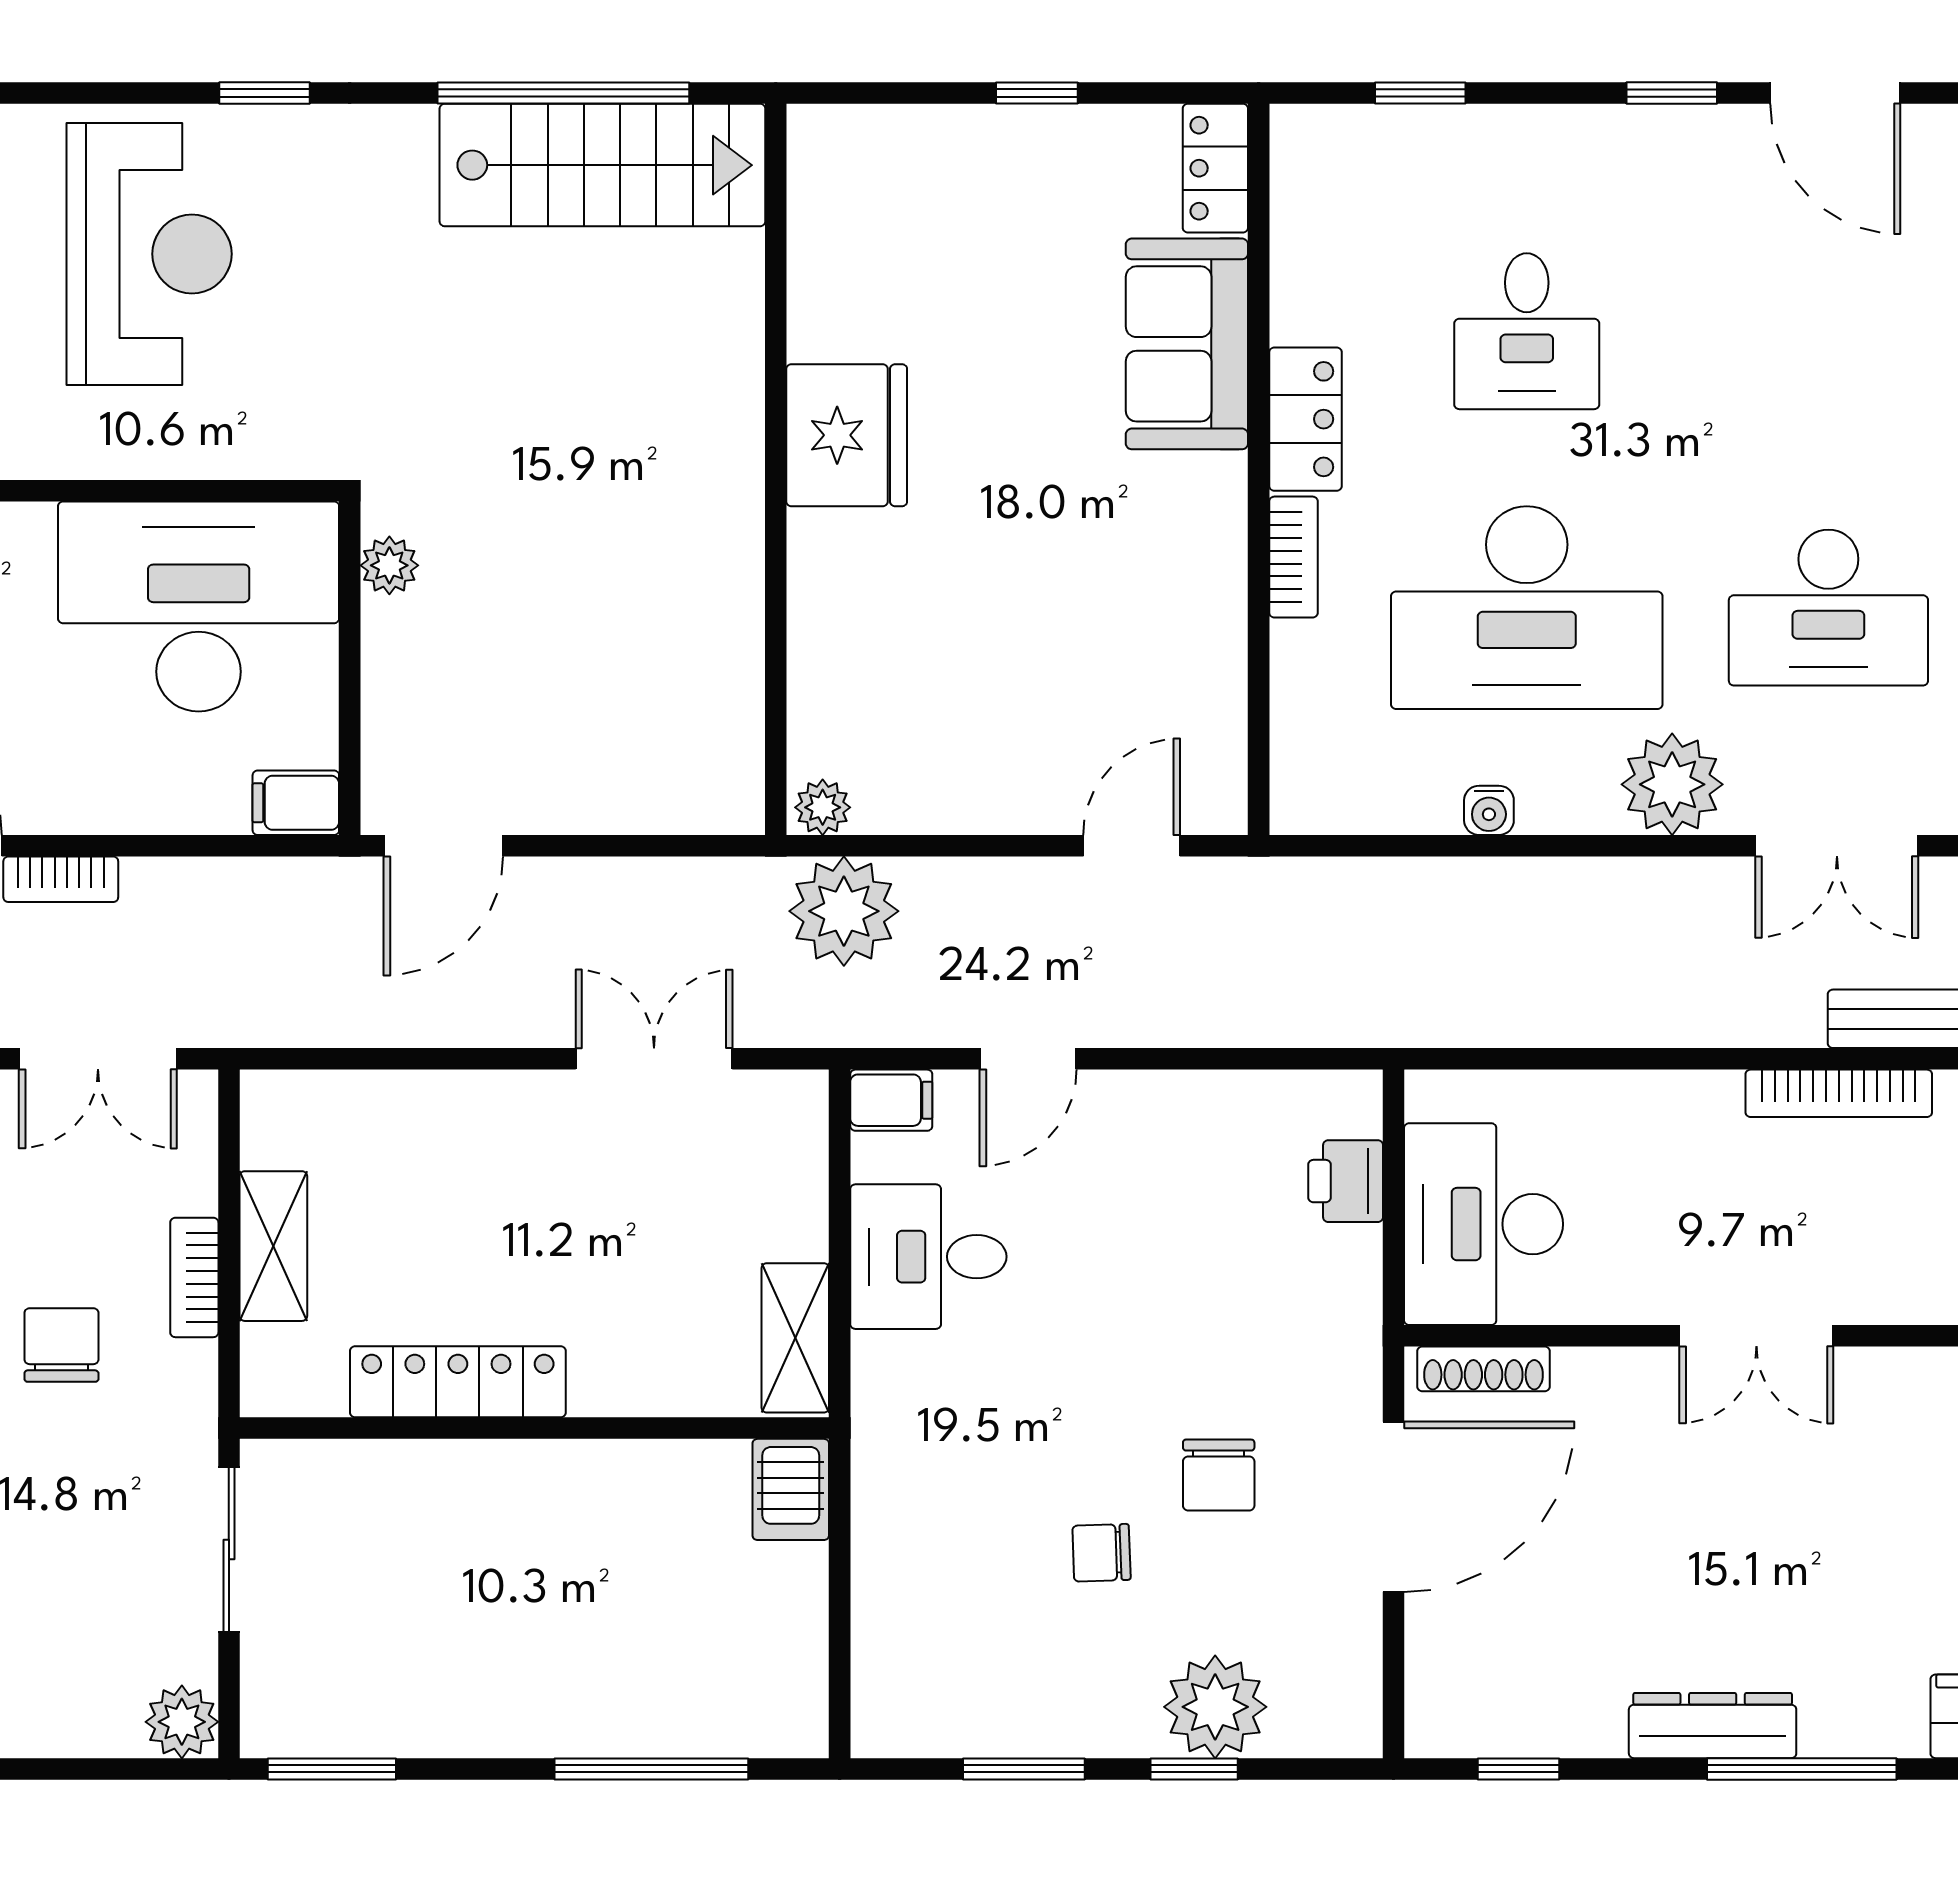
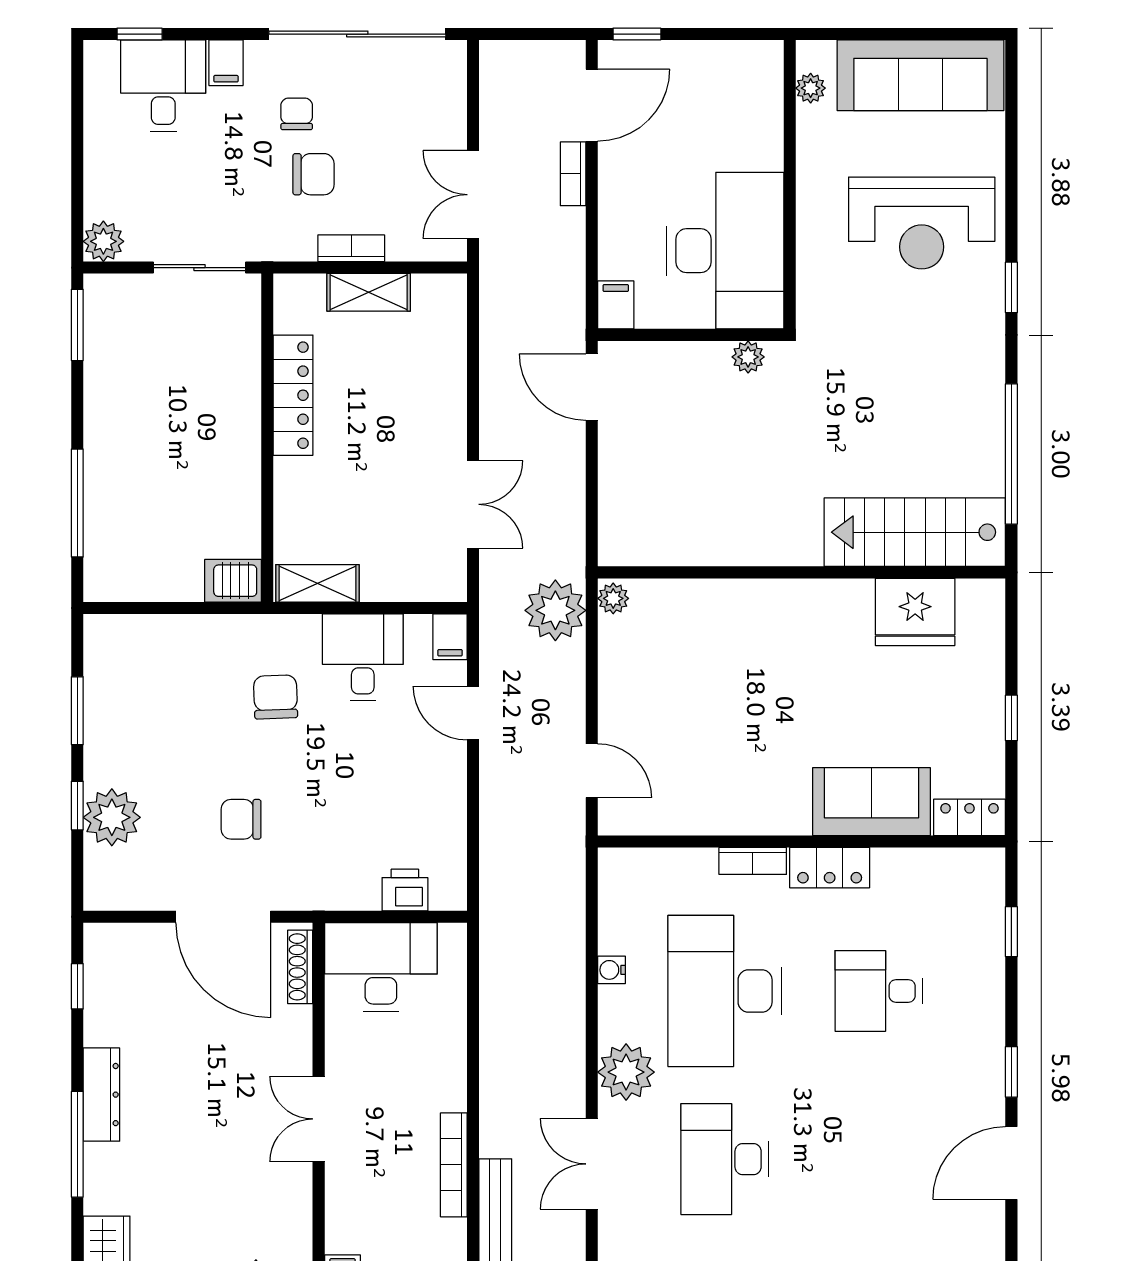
stairs: (602, 165) -> (915, 532), moved, turned 90
fridge: (847, 435) -> (915, 612), moved
chair: (1101, 1553) -> (276, 697), moved, width x1.37, depth x1.37

